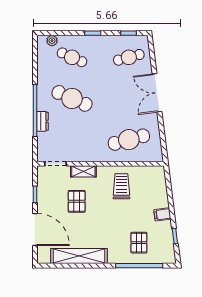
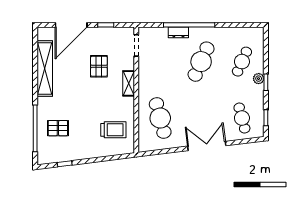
plant: (52, 41) -> (259, 79), moved
shelving: (83, 171) -> (129, 83), moved
trolley: (121, 186) -> (113, 130), moved
pallet: (77, 201) -> (99, 66), turned 90
filing cabinet: (162, 214) -> (86, 151), removed

